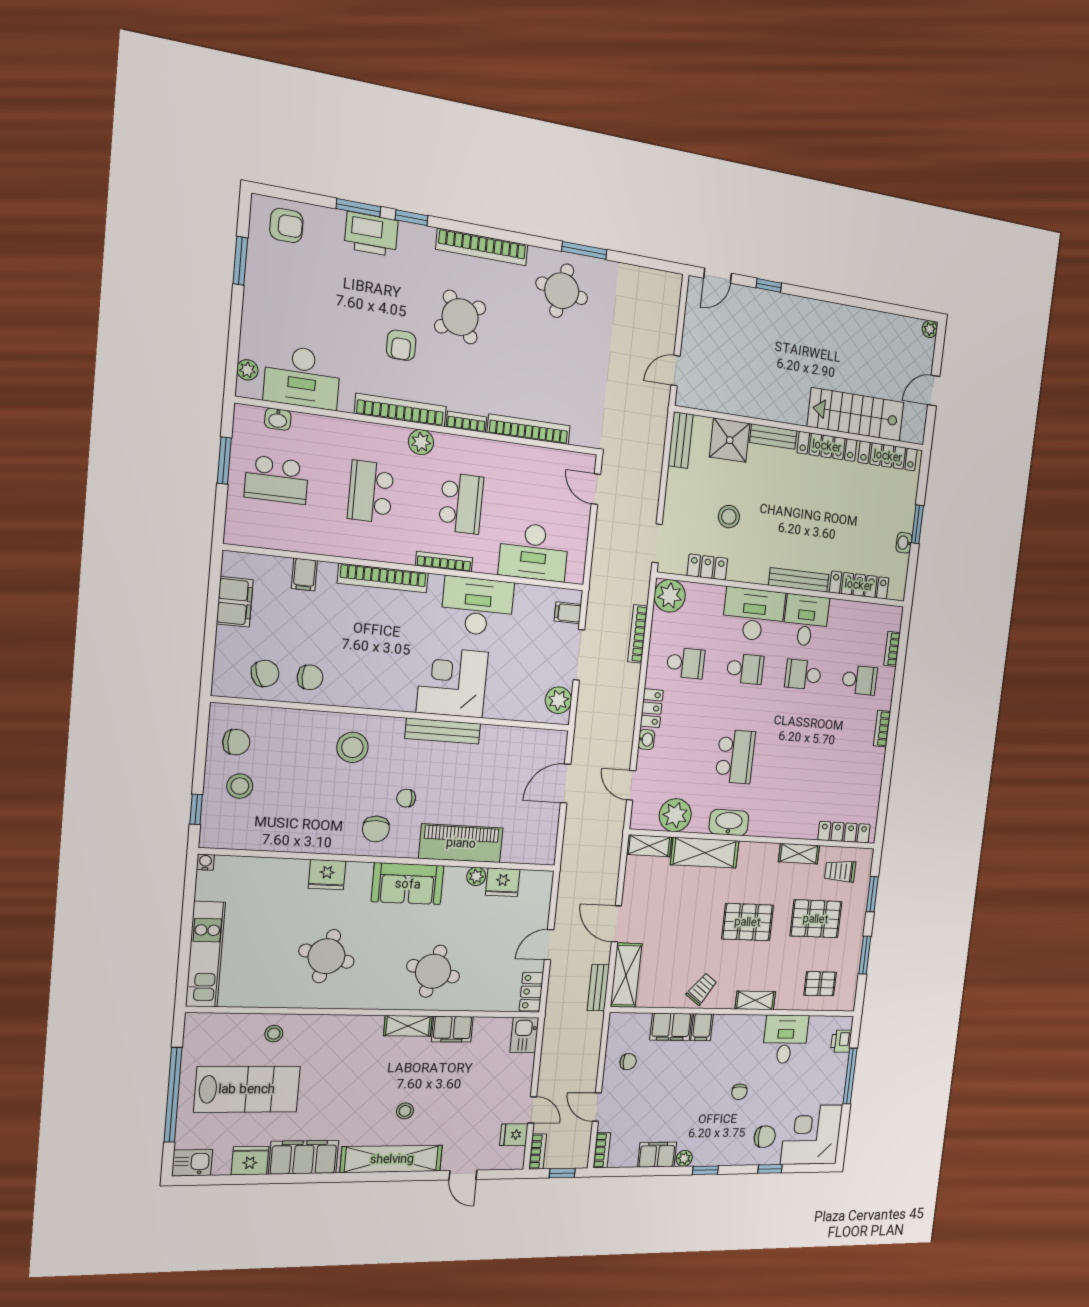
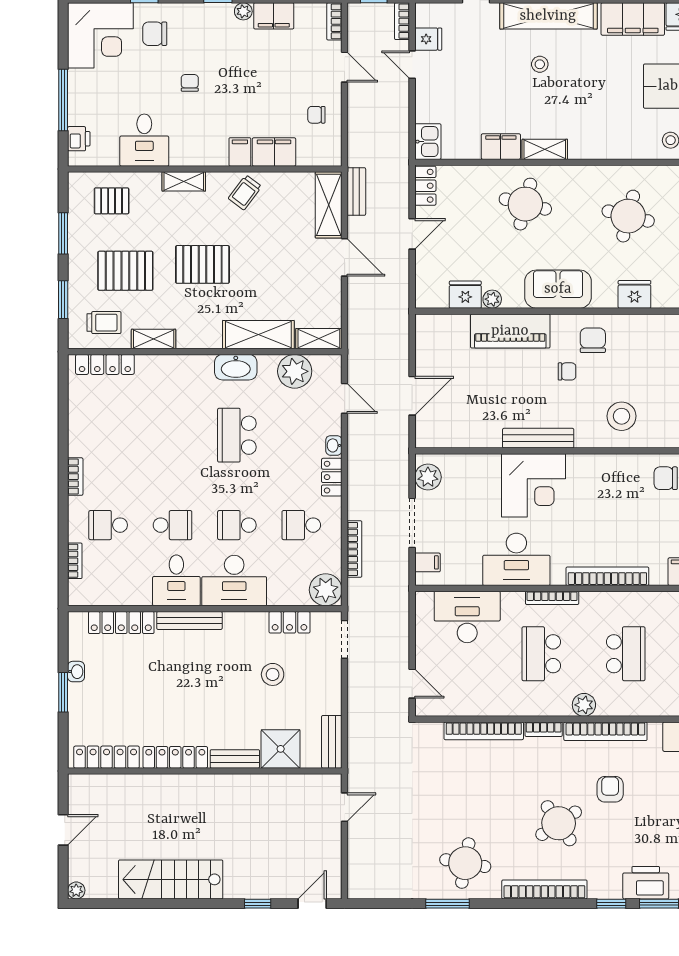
stairs: (856, 414) -> (171, 879), moved, turned 180

